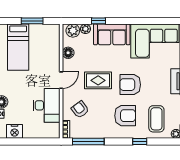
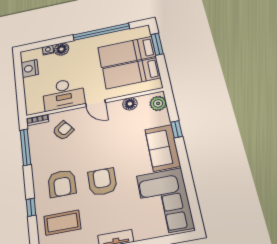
window: (32, 21) -> (157, 44), moved
plant: (85, 29) -> (163, 117), removed
bed: (40, 47) -> (131, 73), added
rug: (98, 80) -> (102, 143), removed

